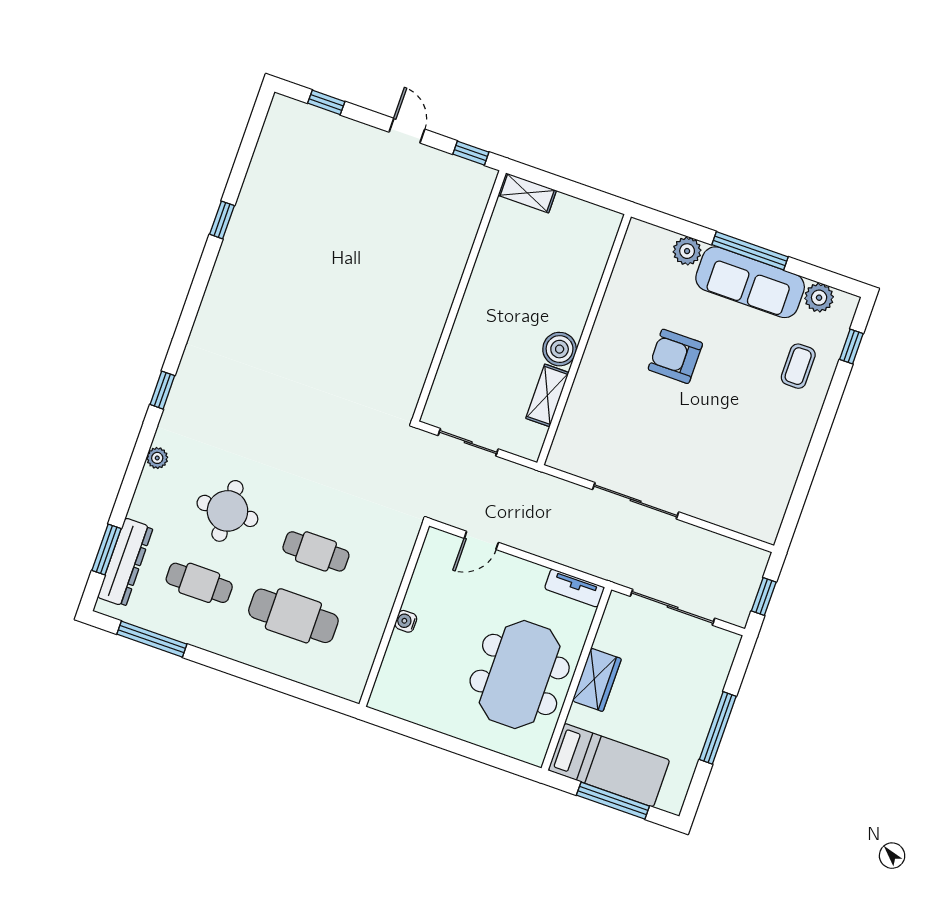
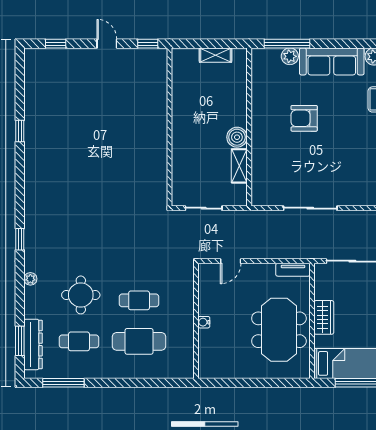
shelving: (527, 193) -> (215, 55), moved
window: (750, 251) -> (287, 44), moved

